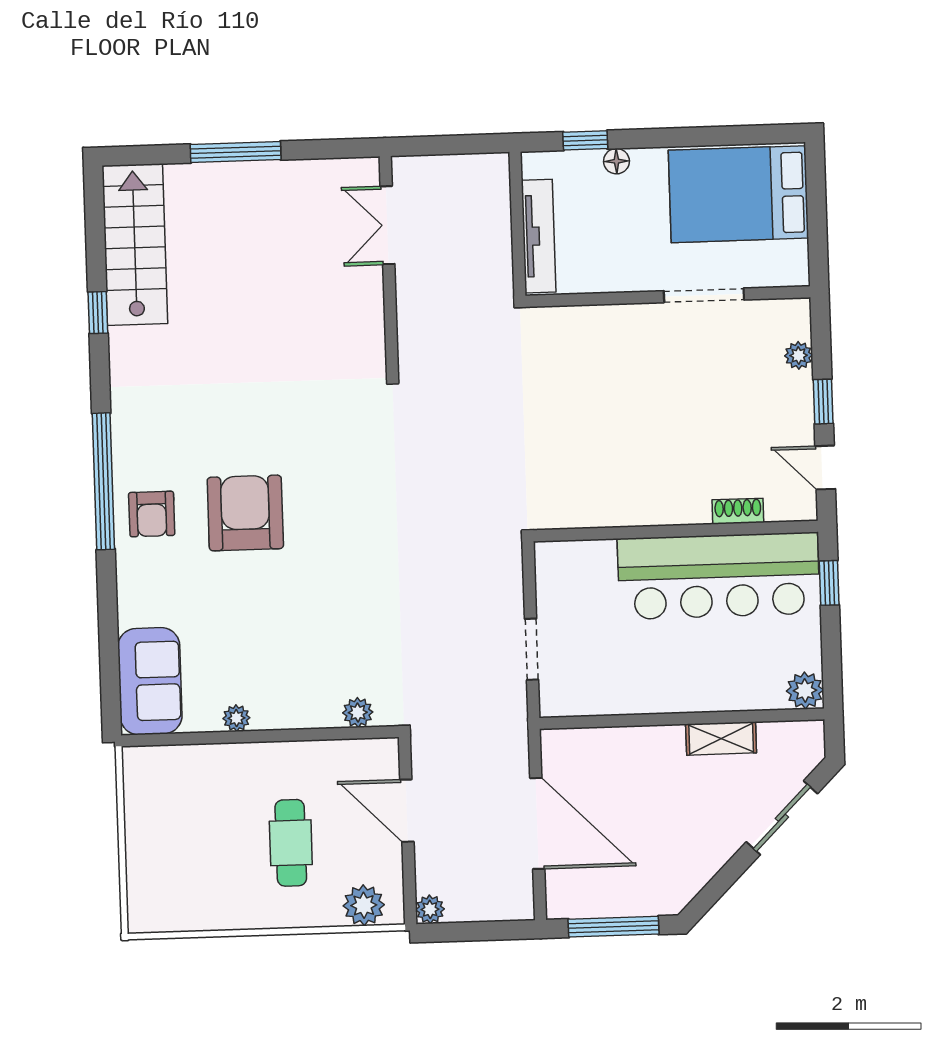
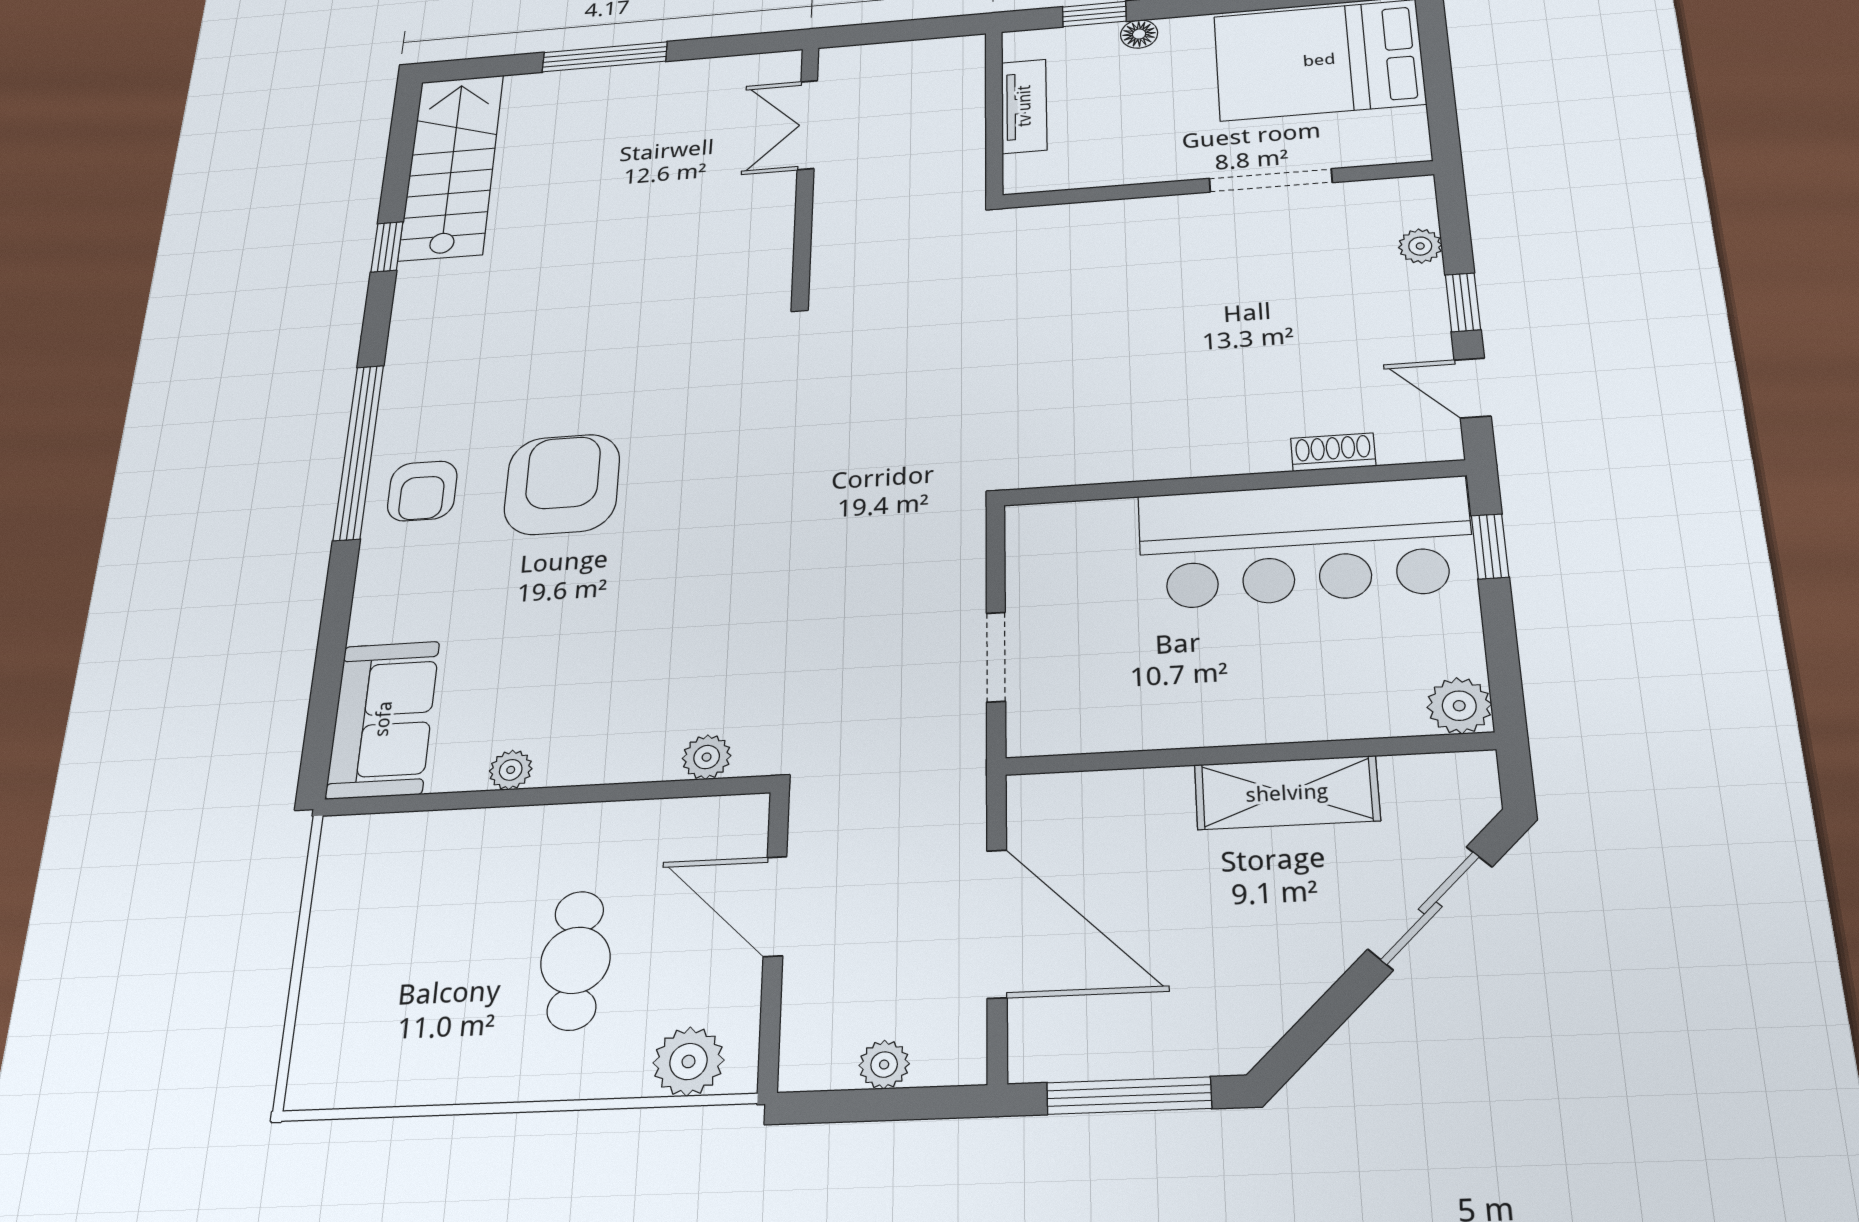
tv unit: (539, 236) -> (1024, 106), width x0.71
shelving: (721, 738) -> (1287, 793), width x1.50, depth x1.33
plant: (430, 909) -> (884, 1065), moved

